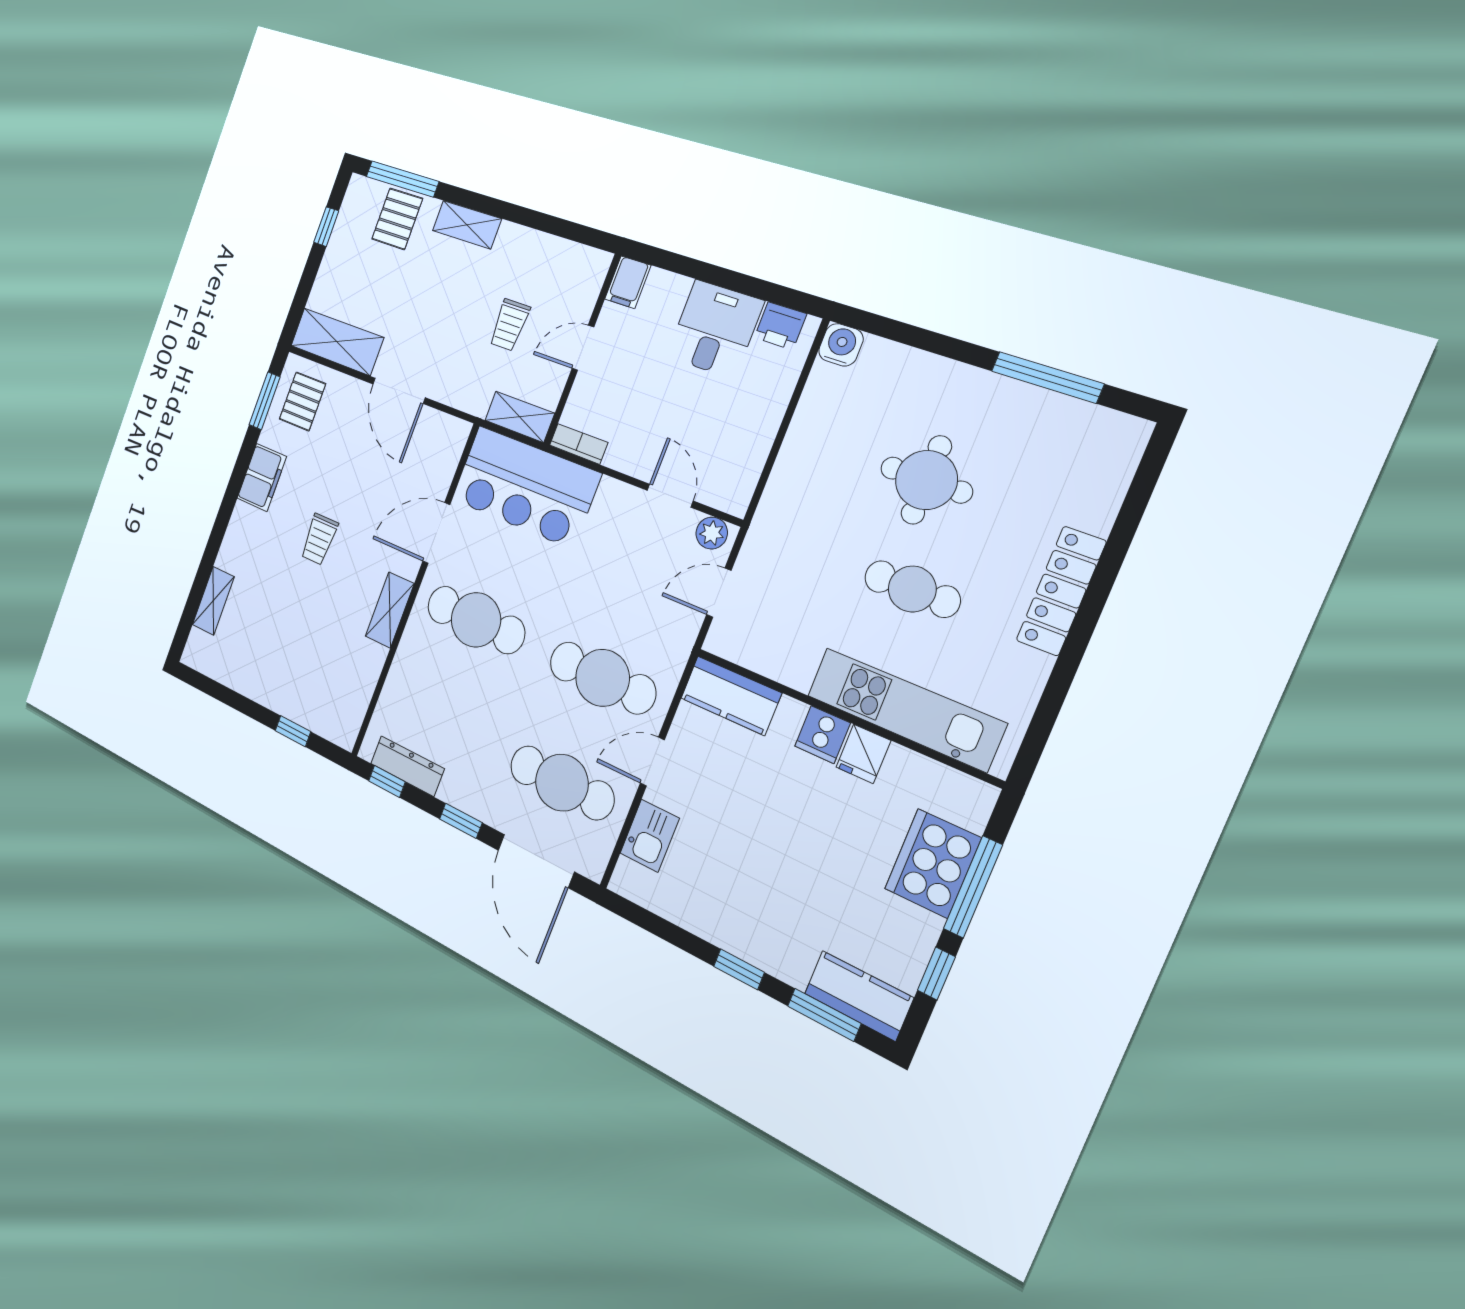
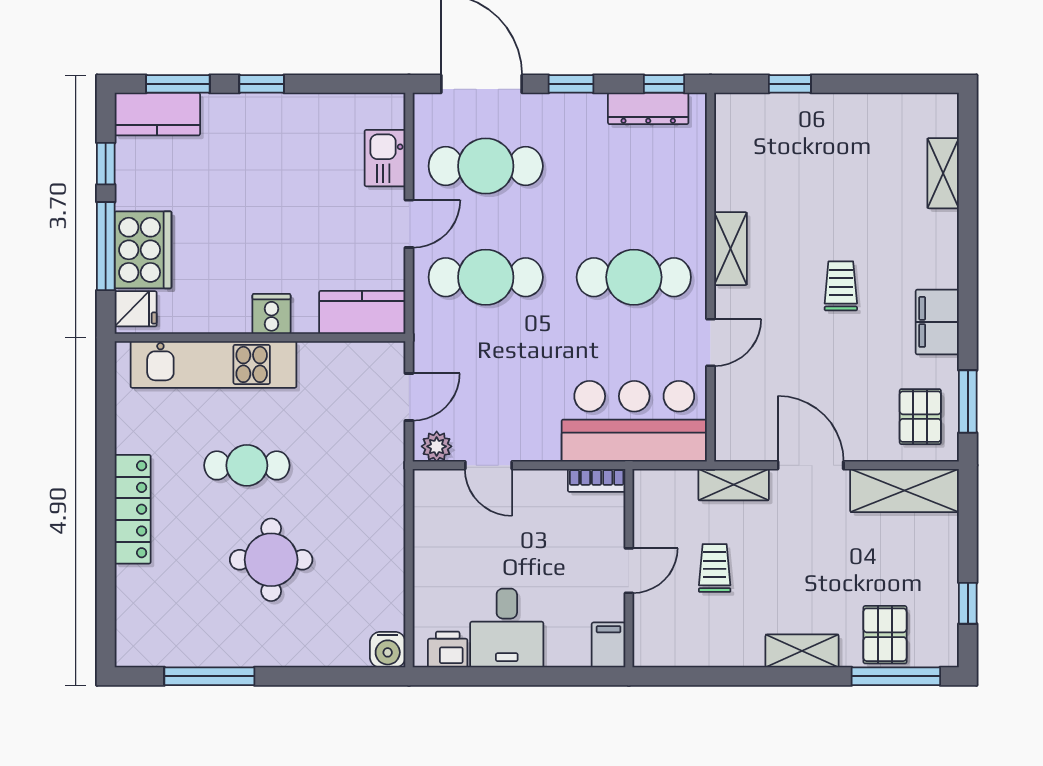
shelving: (520, 417) -> (734, 485), moved
door: (436, 533) -> (711, 343), width x0.73
fridge: (863, 754) -> (136, 309), moved, turned 90

